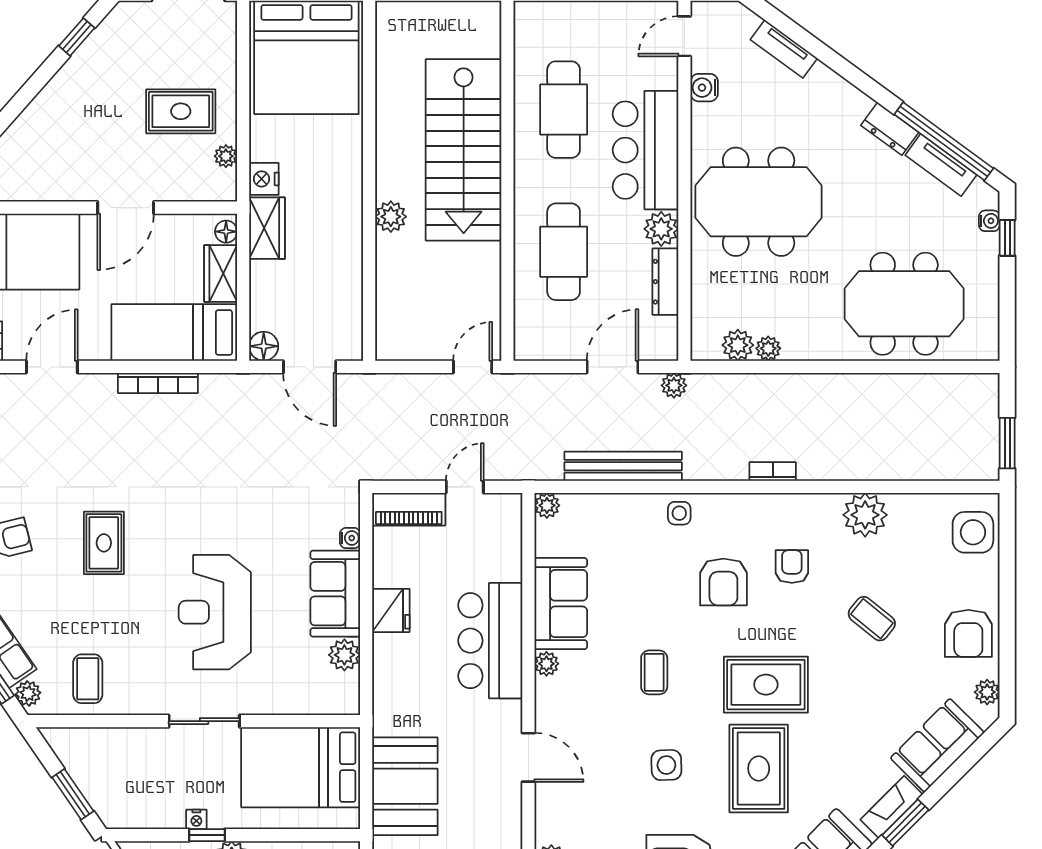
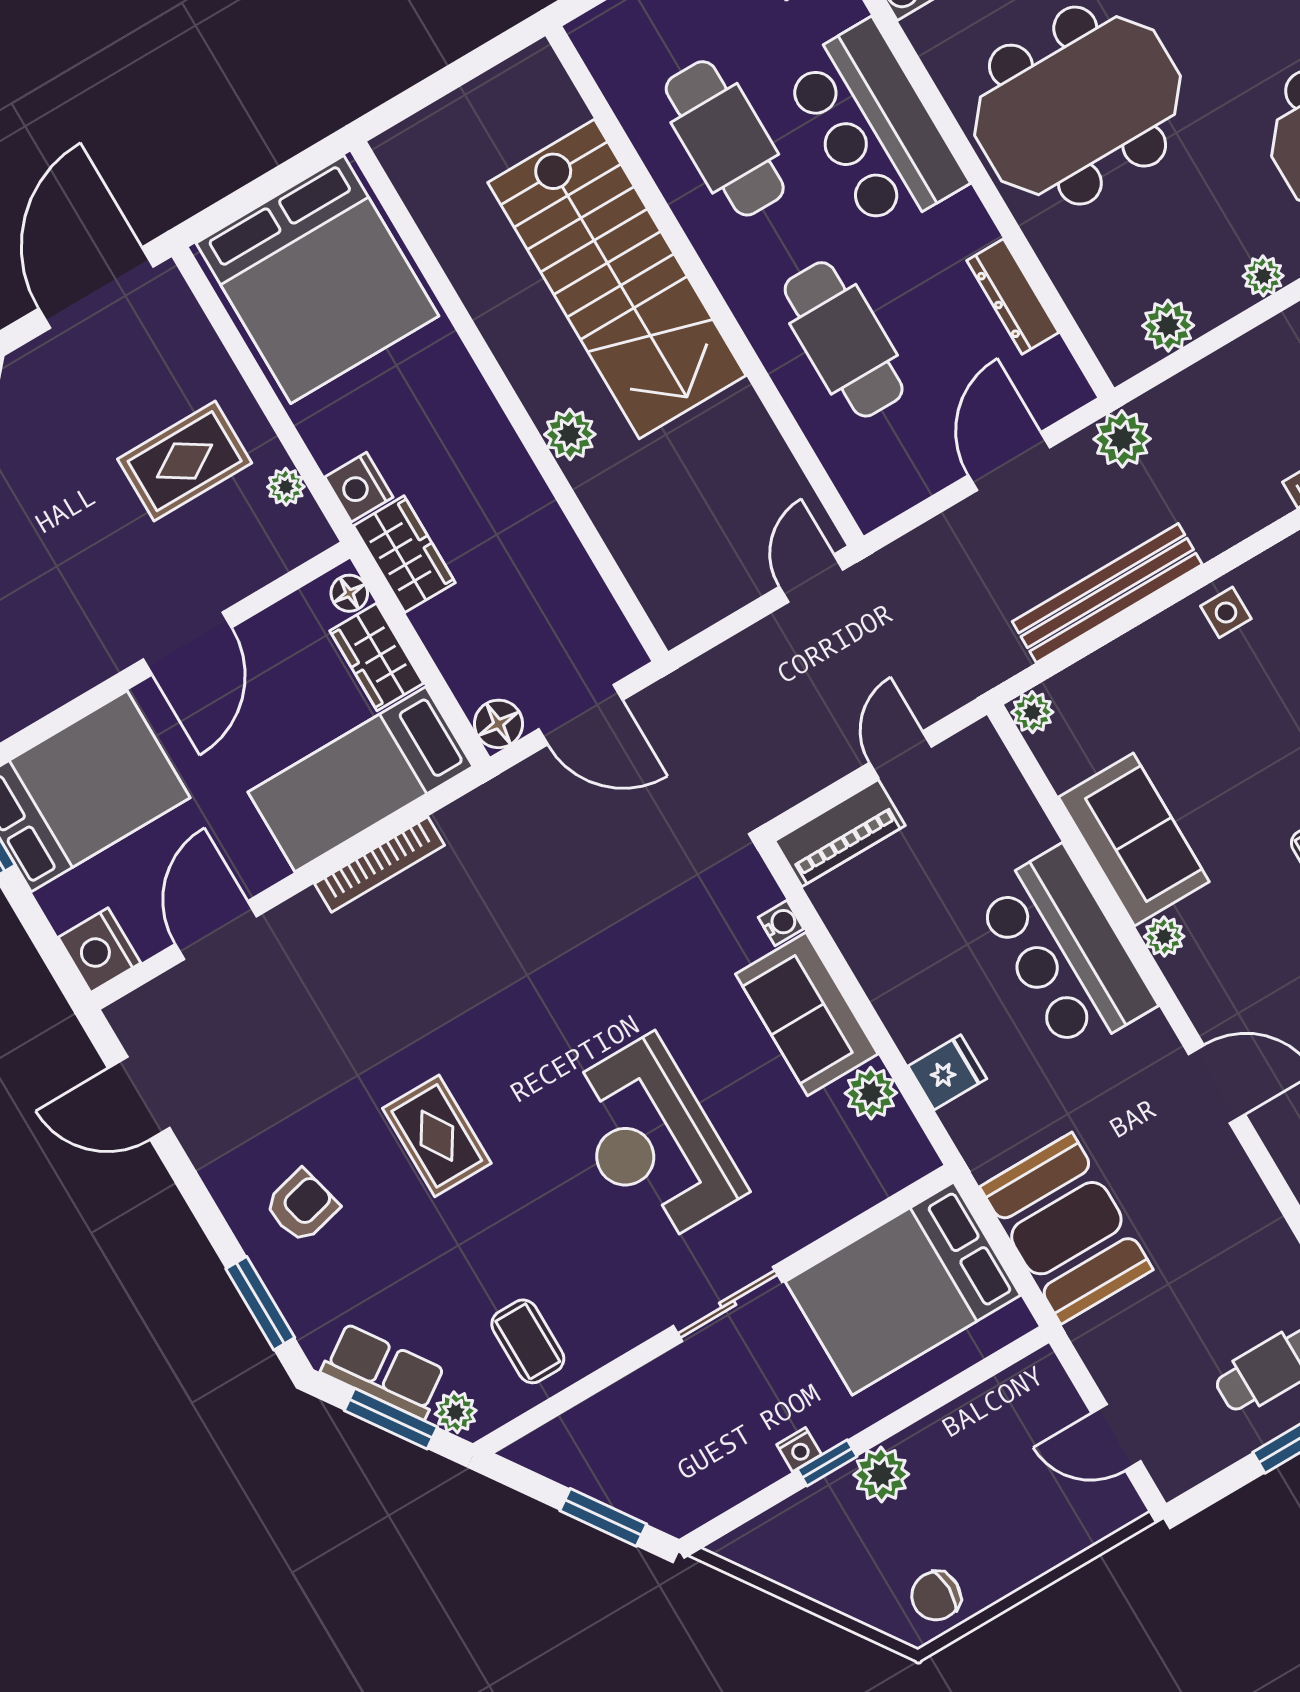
plant: (661, 229) -> (963, 225), removed
plant: (768, 348) -> (1263, 276), moved
plant: (674, 385) -> (1122, 439), width x1.38, depth x1.38
fridge: (391, 610) -> (947, 1072), moved, width x0.72

